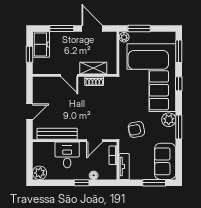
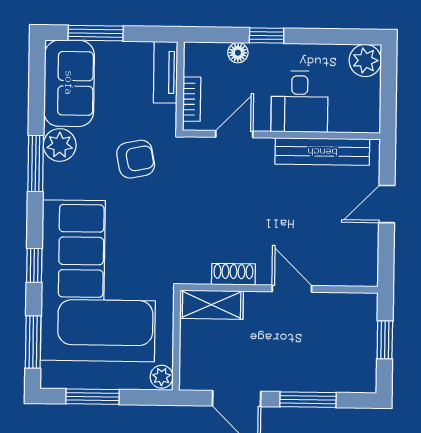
window: (139, 28) -> (92, 397), moved
freezer: (41, 44) -> (357, 363), removed
shelving: (93, 68) -> (212, 305), moved
plant: (169, 120) -> (60, 145), moved

